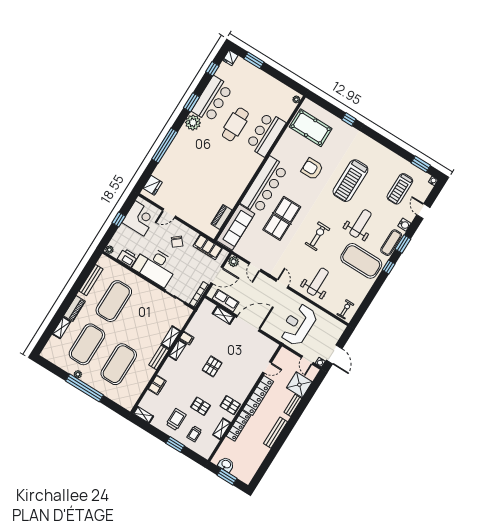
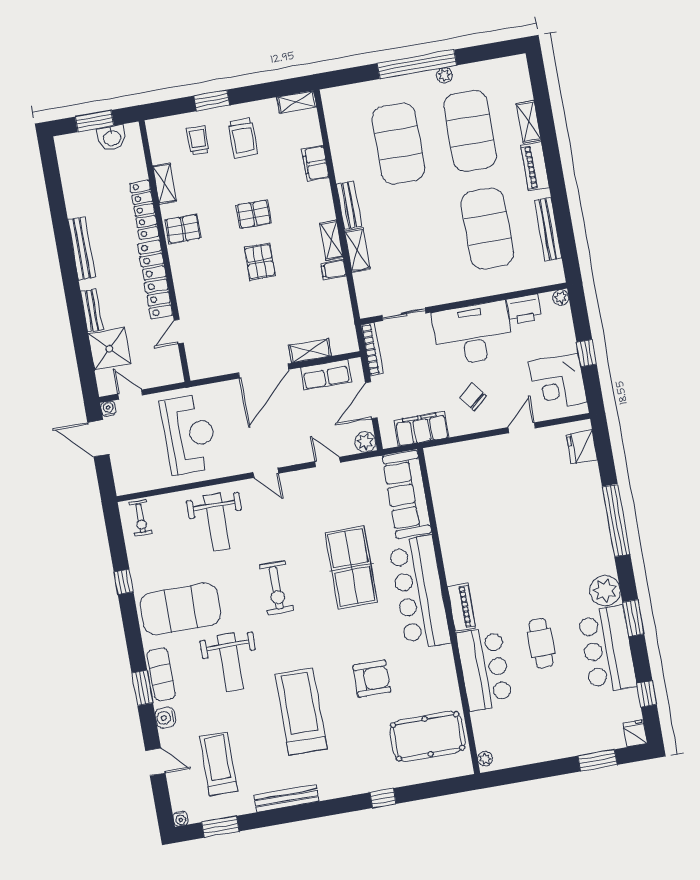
cafe table: (235, 124) -> (541, 643), width x0.73, depth x0.74
bench: (386, 152) -> (287, 798), added
piano: (221, 217) -> (461, 607), moved
window: (389, 267) -> (124, 582), moved
pallet: (201, 406) -> (254, 214), moved

